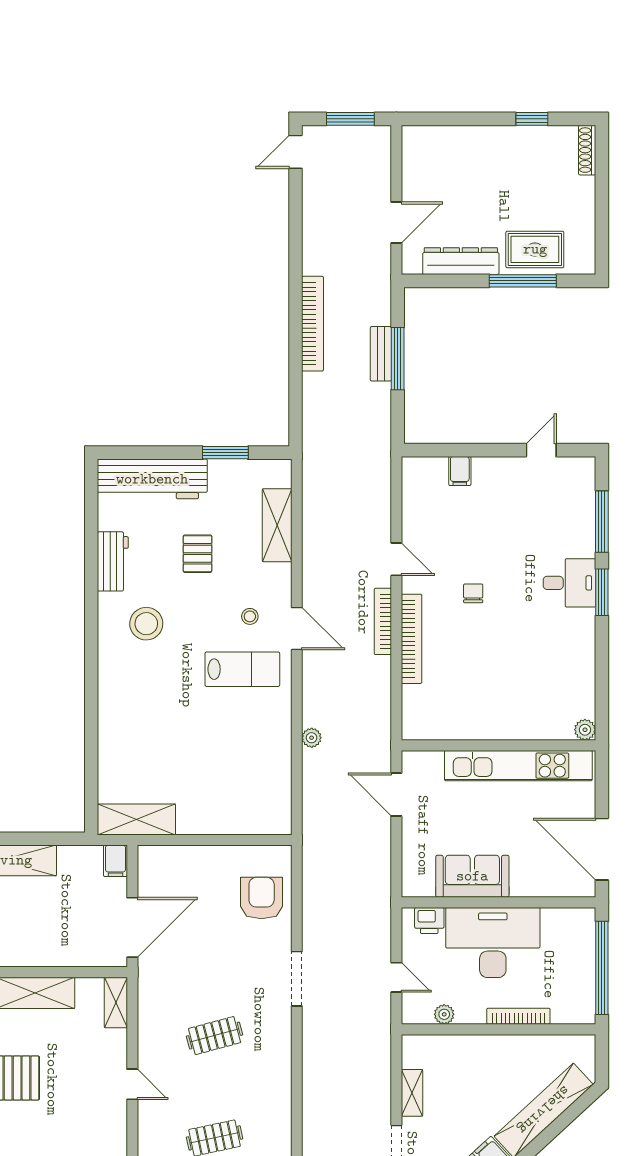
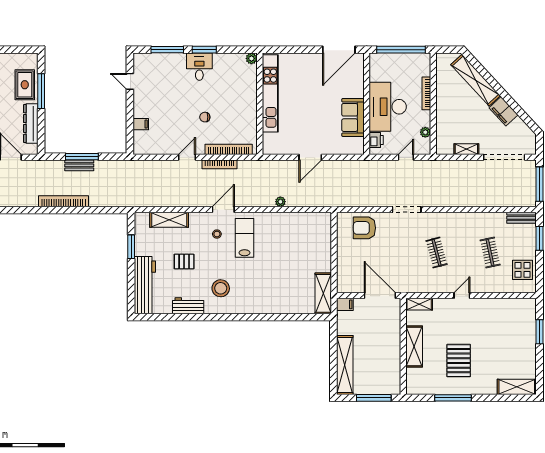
plant: (585, 730) -> (251, 58), moved
wall: (498, 745) -> (260, 104), moved
kitchen unit: (518, 766) -> (270, 93), moved

